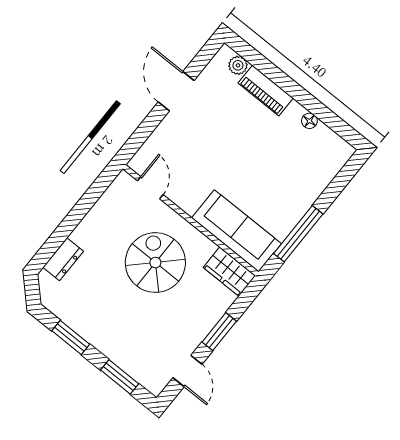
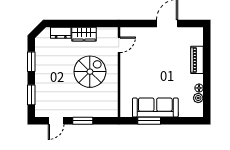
plant: (238, 65) -> (198, 98), moved
sofa: (236, 231) -> (155, 108), moved, turned -90
window: (298, 234) -> (149, 121), width x0.69
wardrobe: (229, 272) -> (84, 34), moved, turned -90

